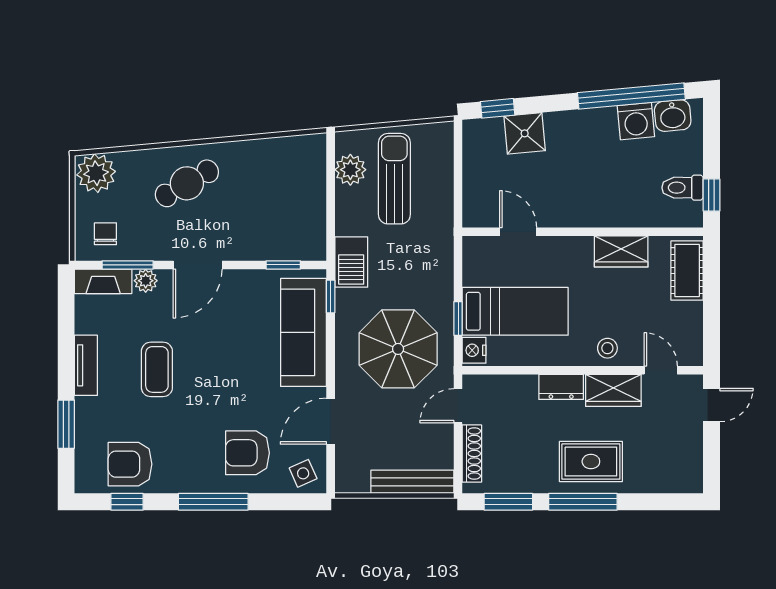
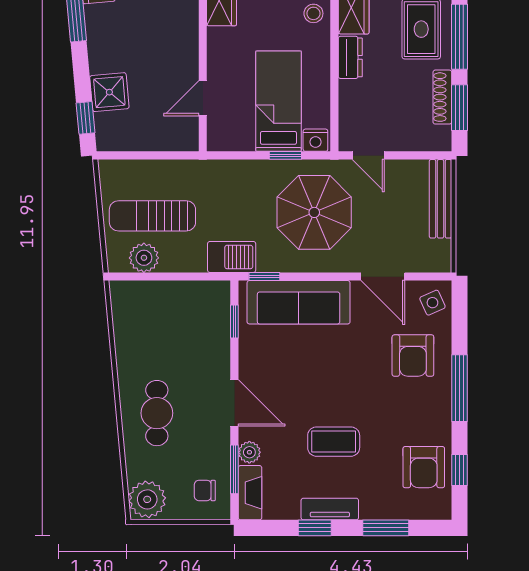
cafe table: (187, 183) -> (157, 413), turned 30
window: (66, 349) -> (315, 528), added
shoe rack: (472, 453) -> (442, 97), moved, turned -90

